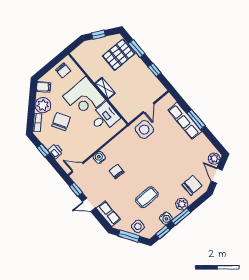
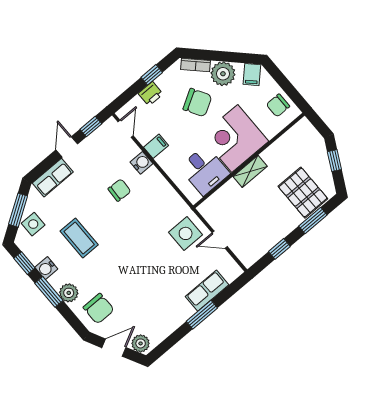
row of seats: (185, 121) -> (207, 291), width x0.68
filing cabinet: (89, 148) -> (156, 146), added

